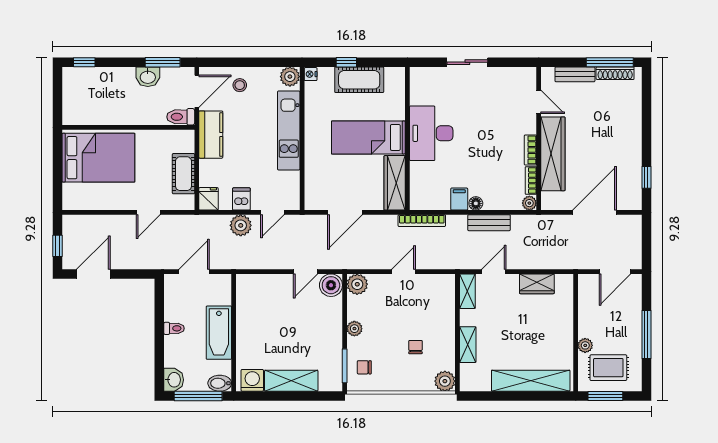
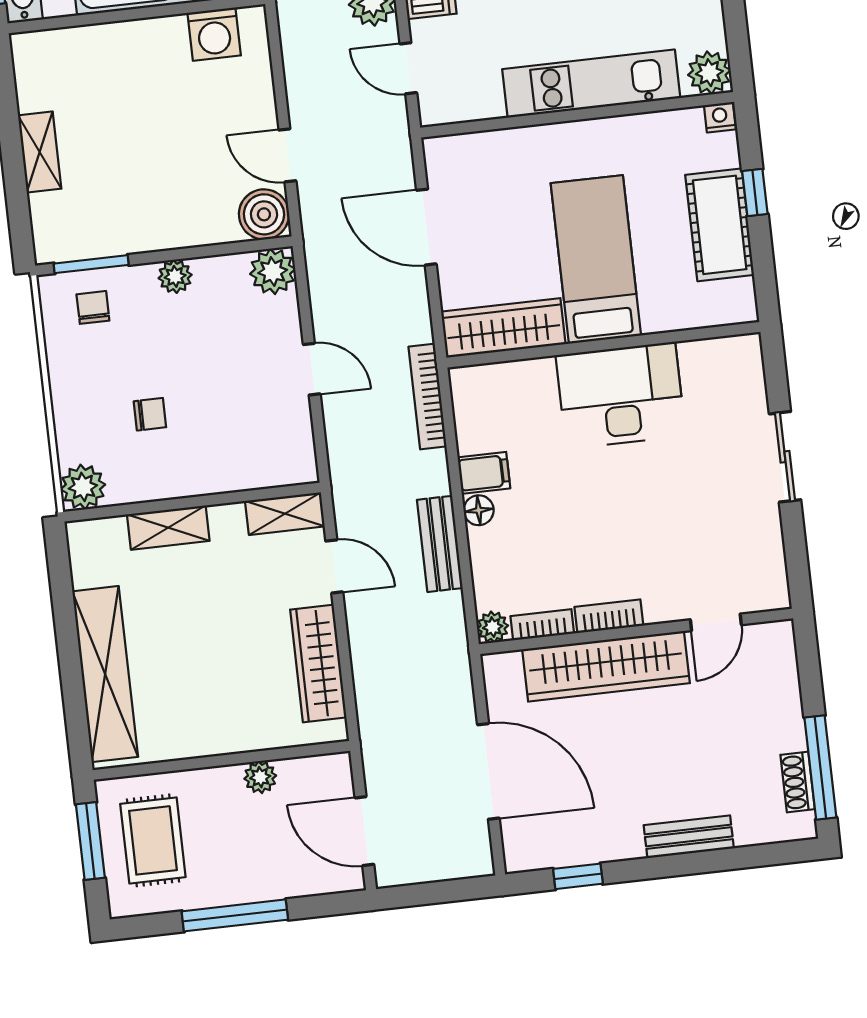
shoe rack: (615, 73) -> (798, 782), width x0.70
bench: (575, 74) -> (689, 837), moved, turned 90
wardrobe: (537, 284) -> (318, 664), width x1.50
plant: (585, 345) -> (260, 777), moved
washing machine: (252, 380) -> (214, 34), moved, turned 90
shelving: (291, 381) -> (40, 152), width x0.67, depth x0.75

